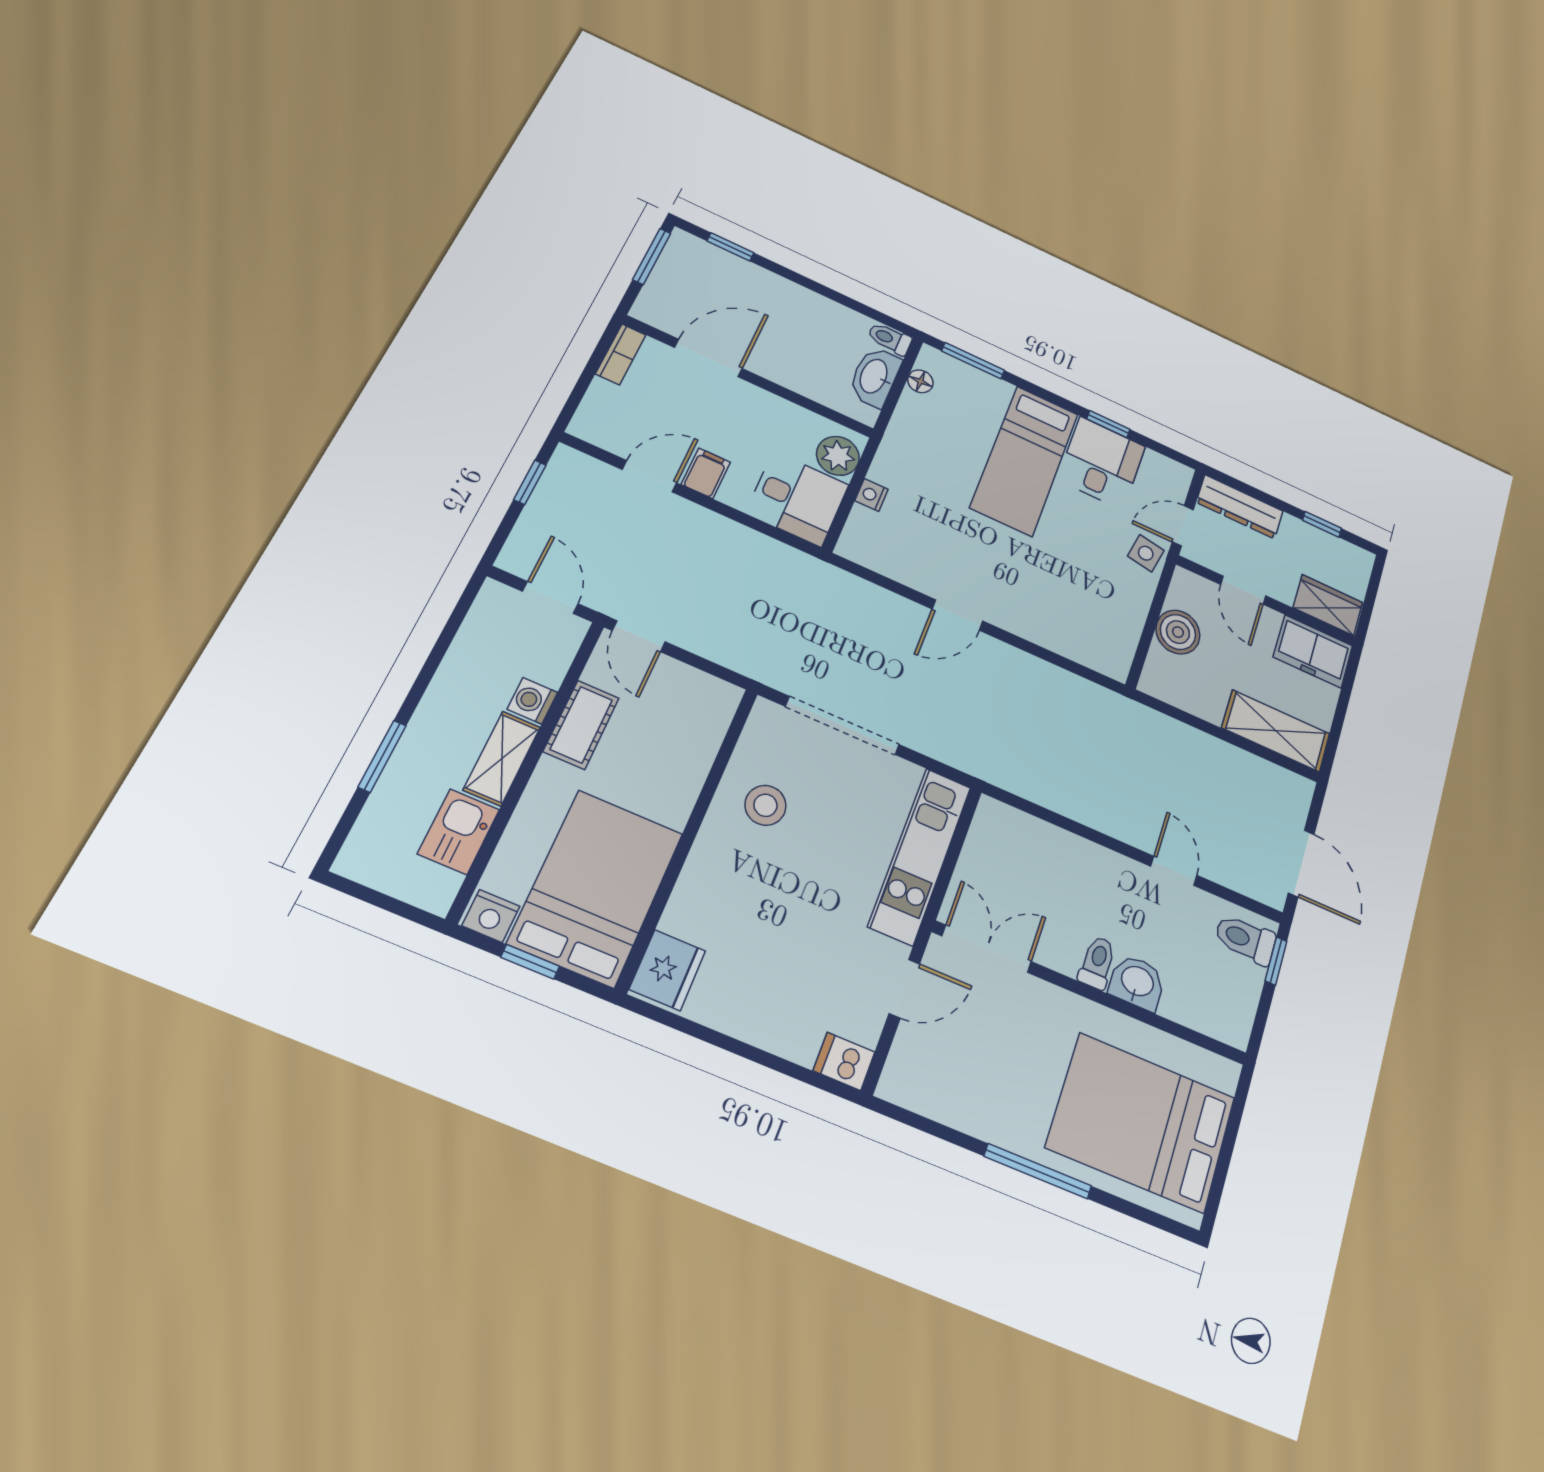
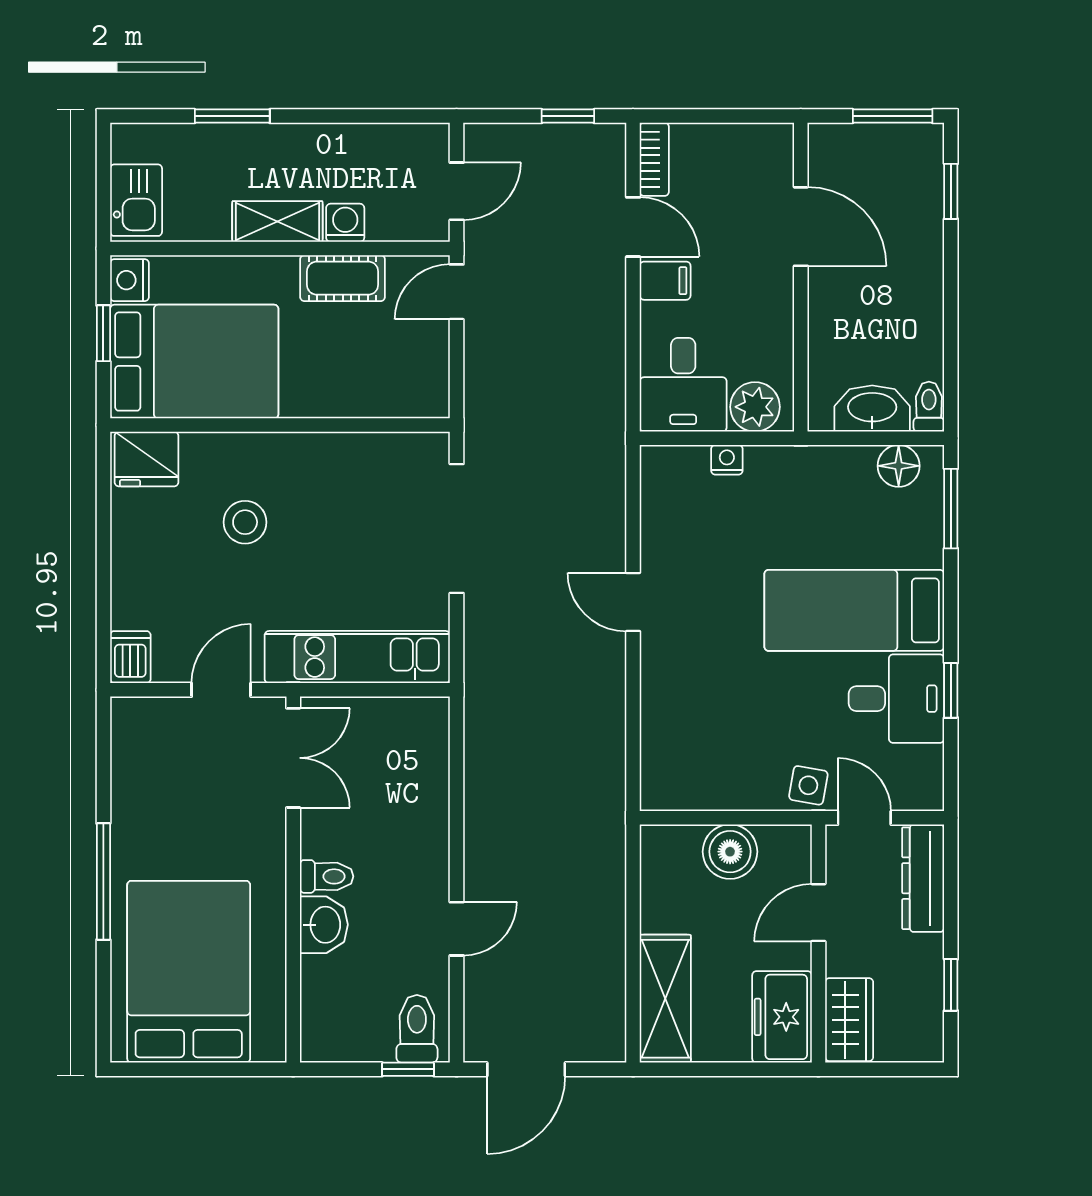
bookcase: (621, 354) -> (654, 159), moved, turned -90
floor lamp: (920, 381) -> (899, 466), width x1.37, depth x1.37
stool: (765, 805) -> (245, 522), moved
kitchen sink: (459, 832) -> (136, 200), moved, turned 90
door: (904, 989) -> (221, 690), swing flipped

